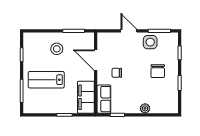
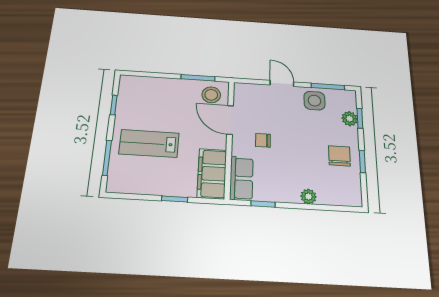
stool: (57, 49) -> (211, 95), moved
plant: (173, 54) -> (350, 119), added
chair: (158, 71) -> (339, 156), moved, turned 180

